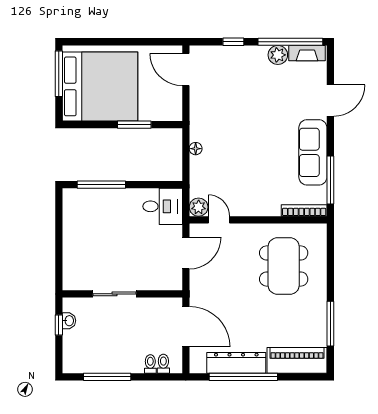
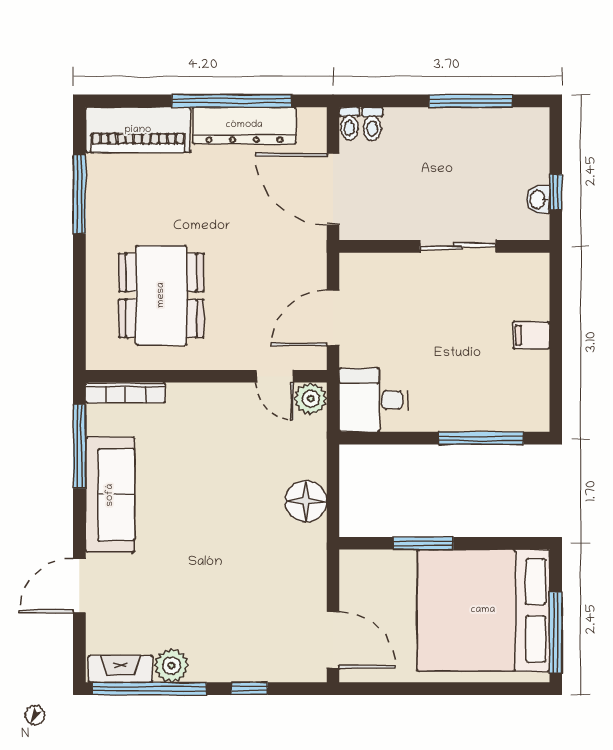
floor lamp: (196, 149) -> (306, 501), width x1.89, depth x1.89
filing cabinet: (73, 243) -> (531, 335), added
toilet: (150, 364) -> (349, 124), moved

